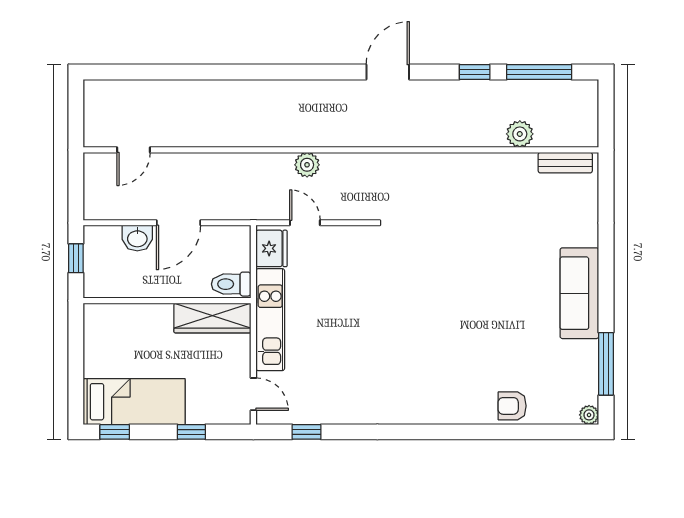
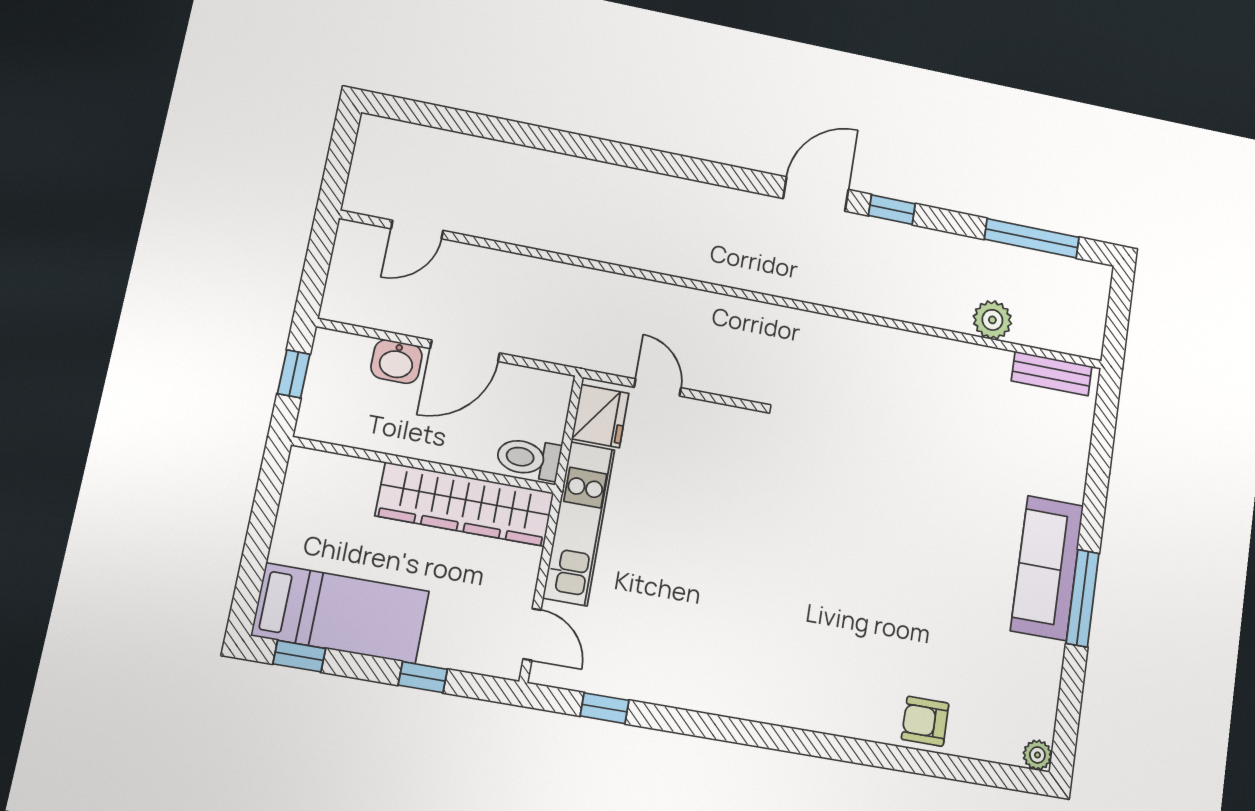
window: (475, 72) -> (892, 210), moved
plant: (307, 165) -> (675, 303), removed
wardrobe: (212, 318) -> (465, 504), width x1.40, depth x1.17
window: (606, 364) -> (1083, 598), moved

